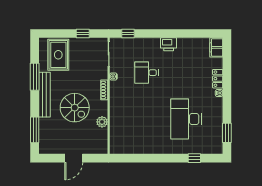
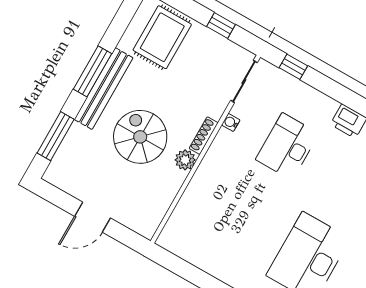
desk: (146, 73) -> (287, 146), width x1.37
window: (35, 77) -> (93, 71), moved
spiral stairs: (75, 108) -> (140, 137), turned 180
plant: (102, 122) -> (185, 160), moved

